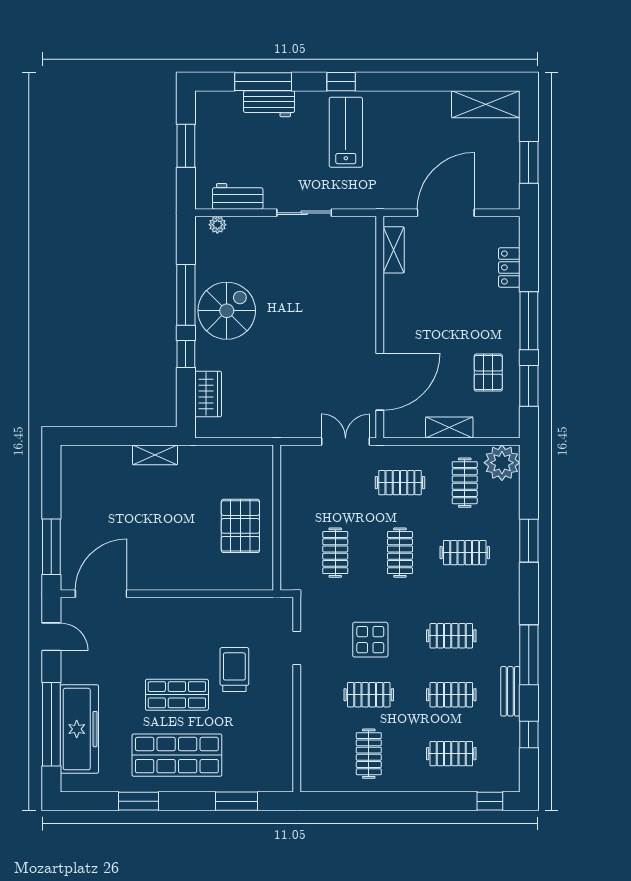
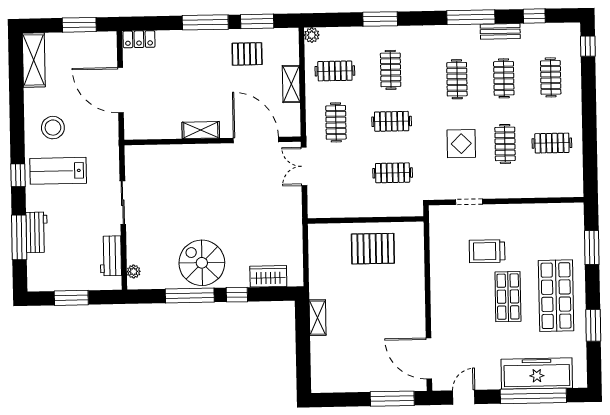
stool: (400, 127) -> (53, 128), added
shelving: (394, 250) -> (201, 130), moved
locker: (509, 267) -> (139, 39), moved
plant: (502, 463) -> (312, 35), width x0.53, depth x0.53

